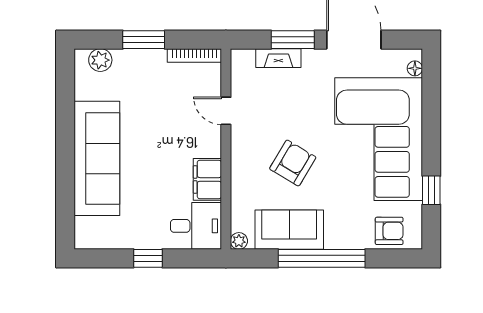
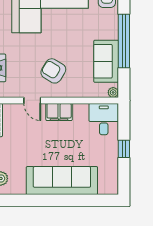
door: (226, 111) -> (32, 100), hinge flipped
armchair: (293, 163) -> (53, 71), moved
filing cabinet: (207, 179) -> (59, 112), moved

